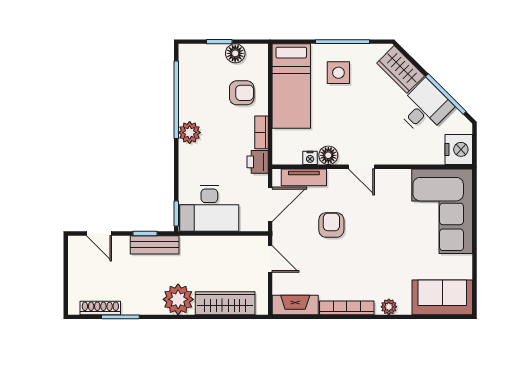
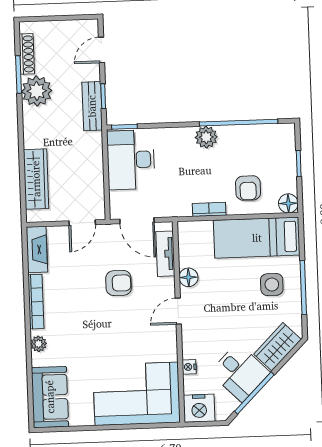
floor lamp: (235, 53) -> (288, 203), moved
nightstand: (310, 158) -> (189, 367), moved
printer: (258, 162) -> (179, 207), removed
plant: (178, 299) -> (37, 91), moved

